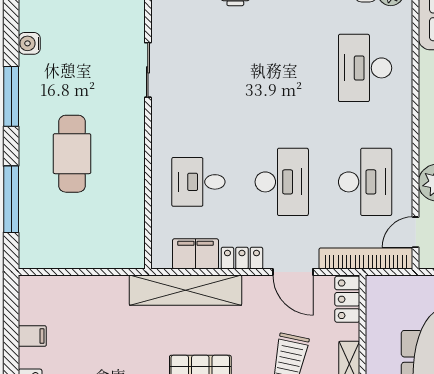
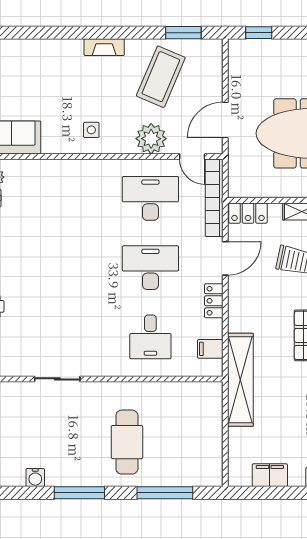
desk: (365, 68) -> (56, 198), removed
cafe table: (72, 154) -> (127, 442), turned 90
filing cabinet: (196, 254) -> (210, 349), width x0.50
shelving: (185, 290) -> (240, 380), moved
filing cabinet: (32, 336) -> (270, 475), width x2.00

